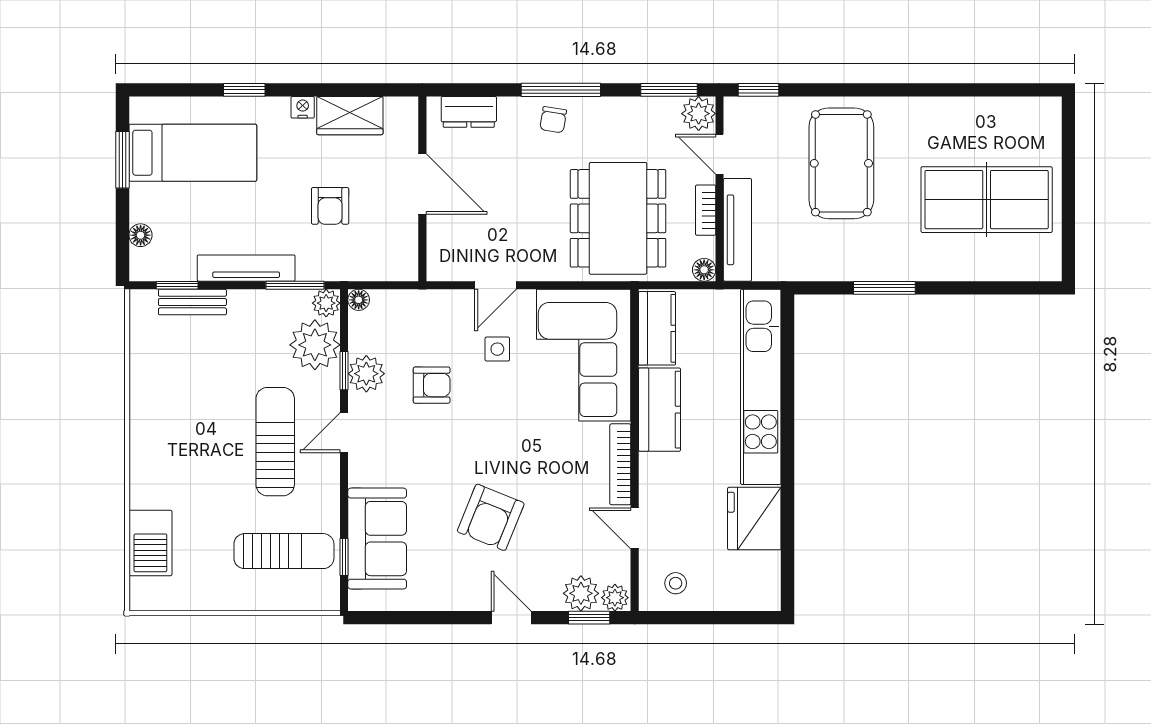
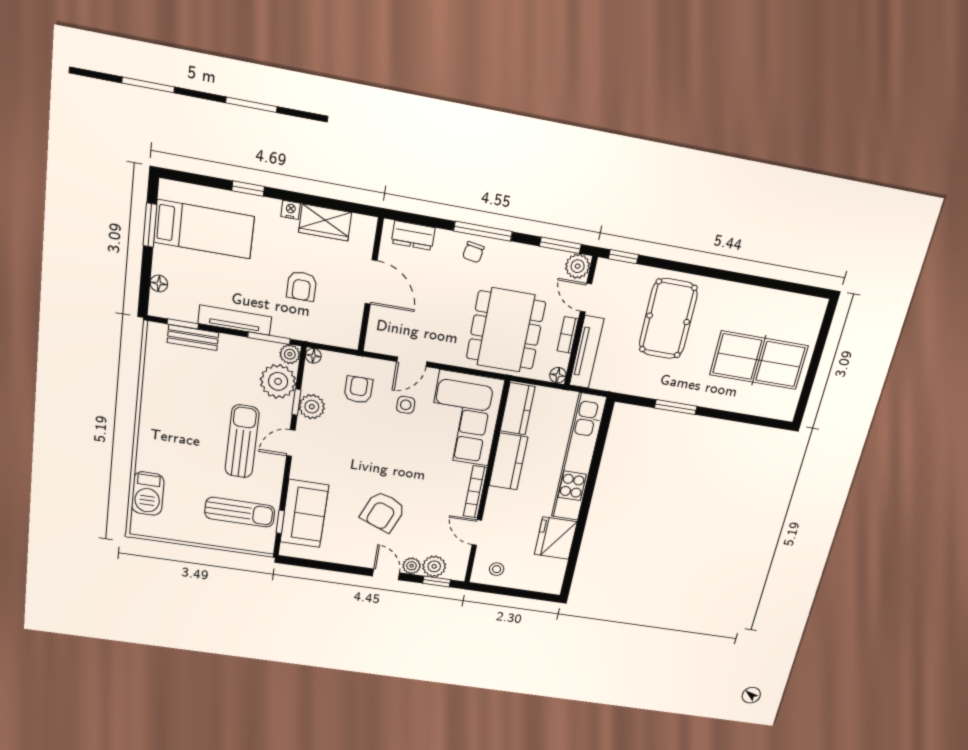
armchair: (432, 385) -> (358, 390), moved, turned -90
plant: (615, 598) -> (412, 566), moved

